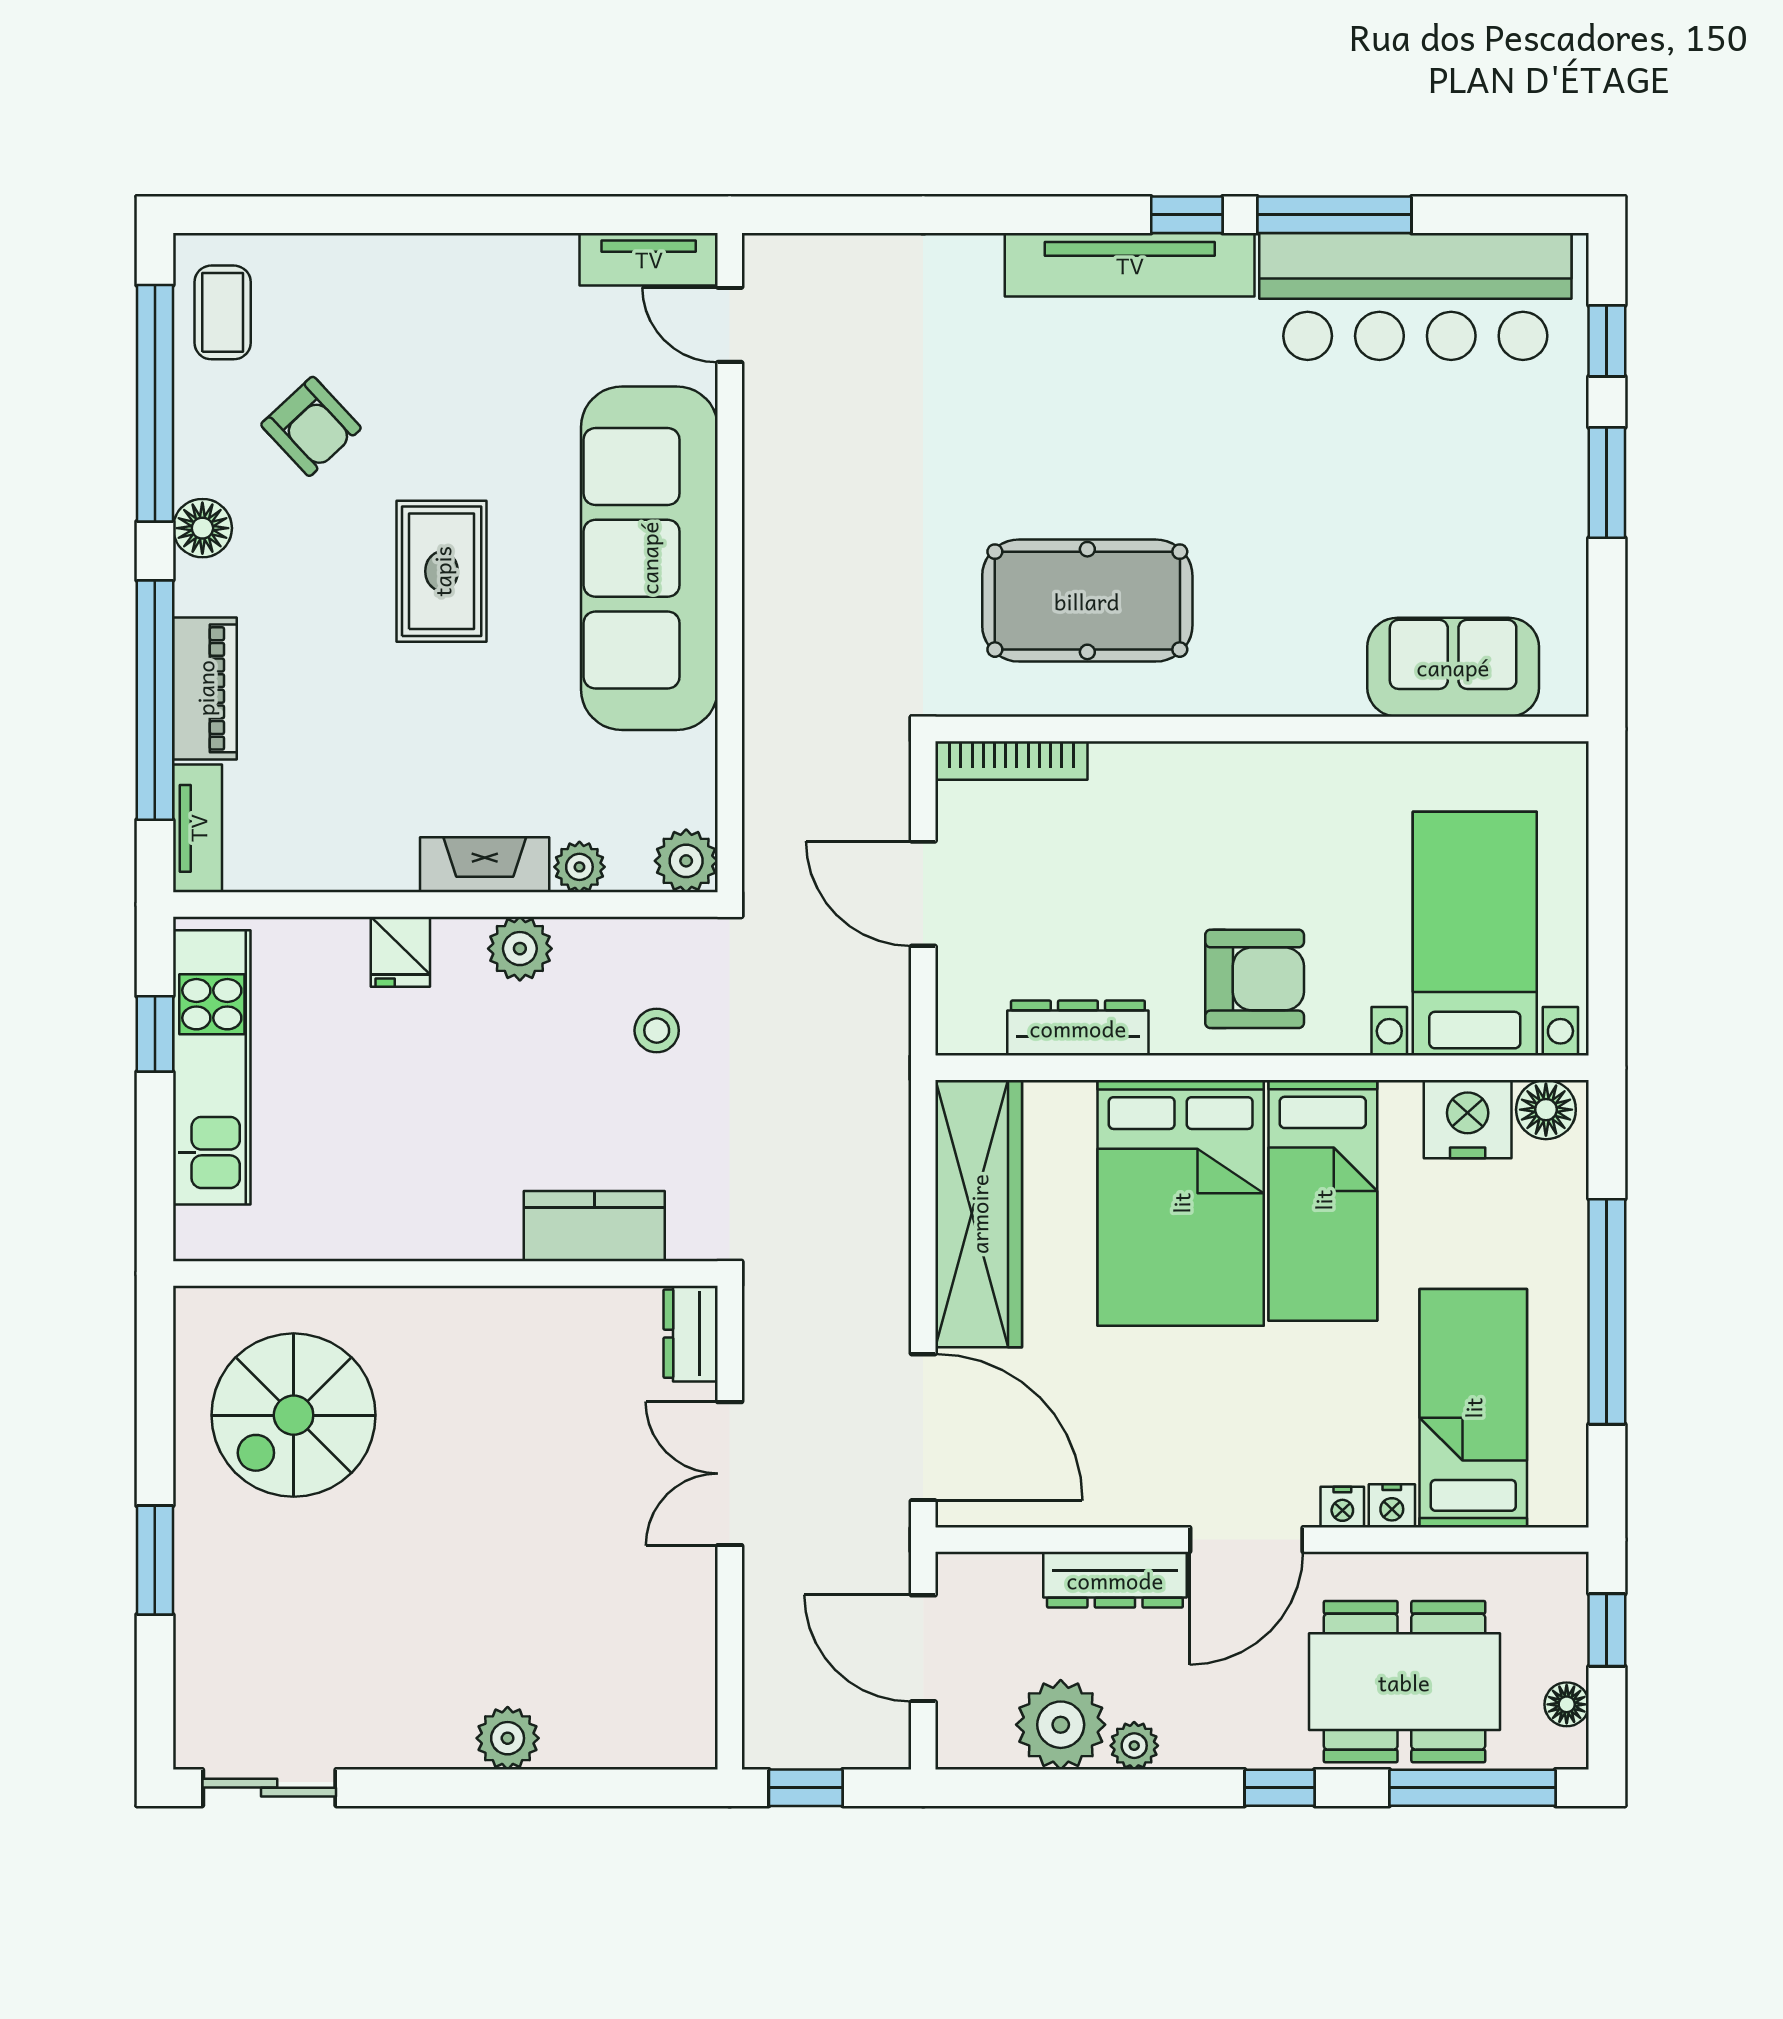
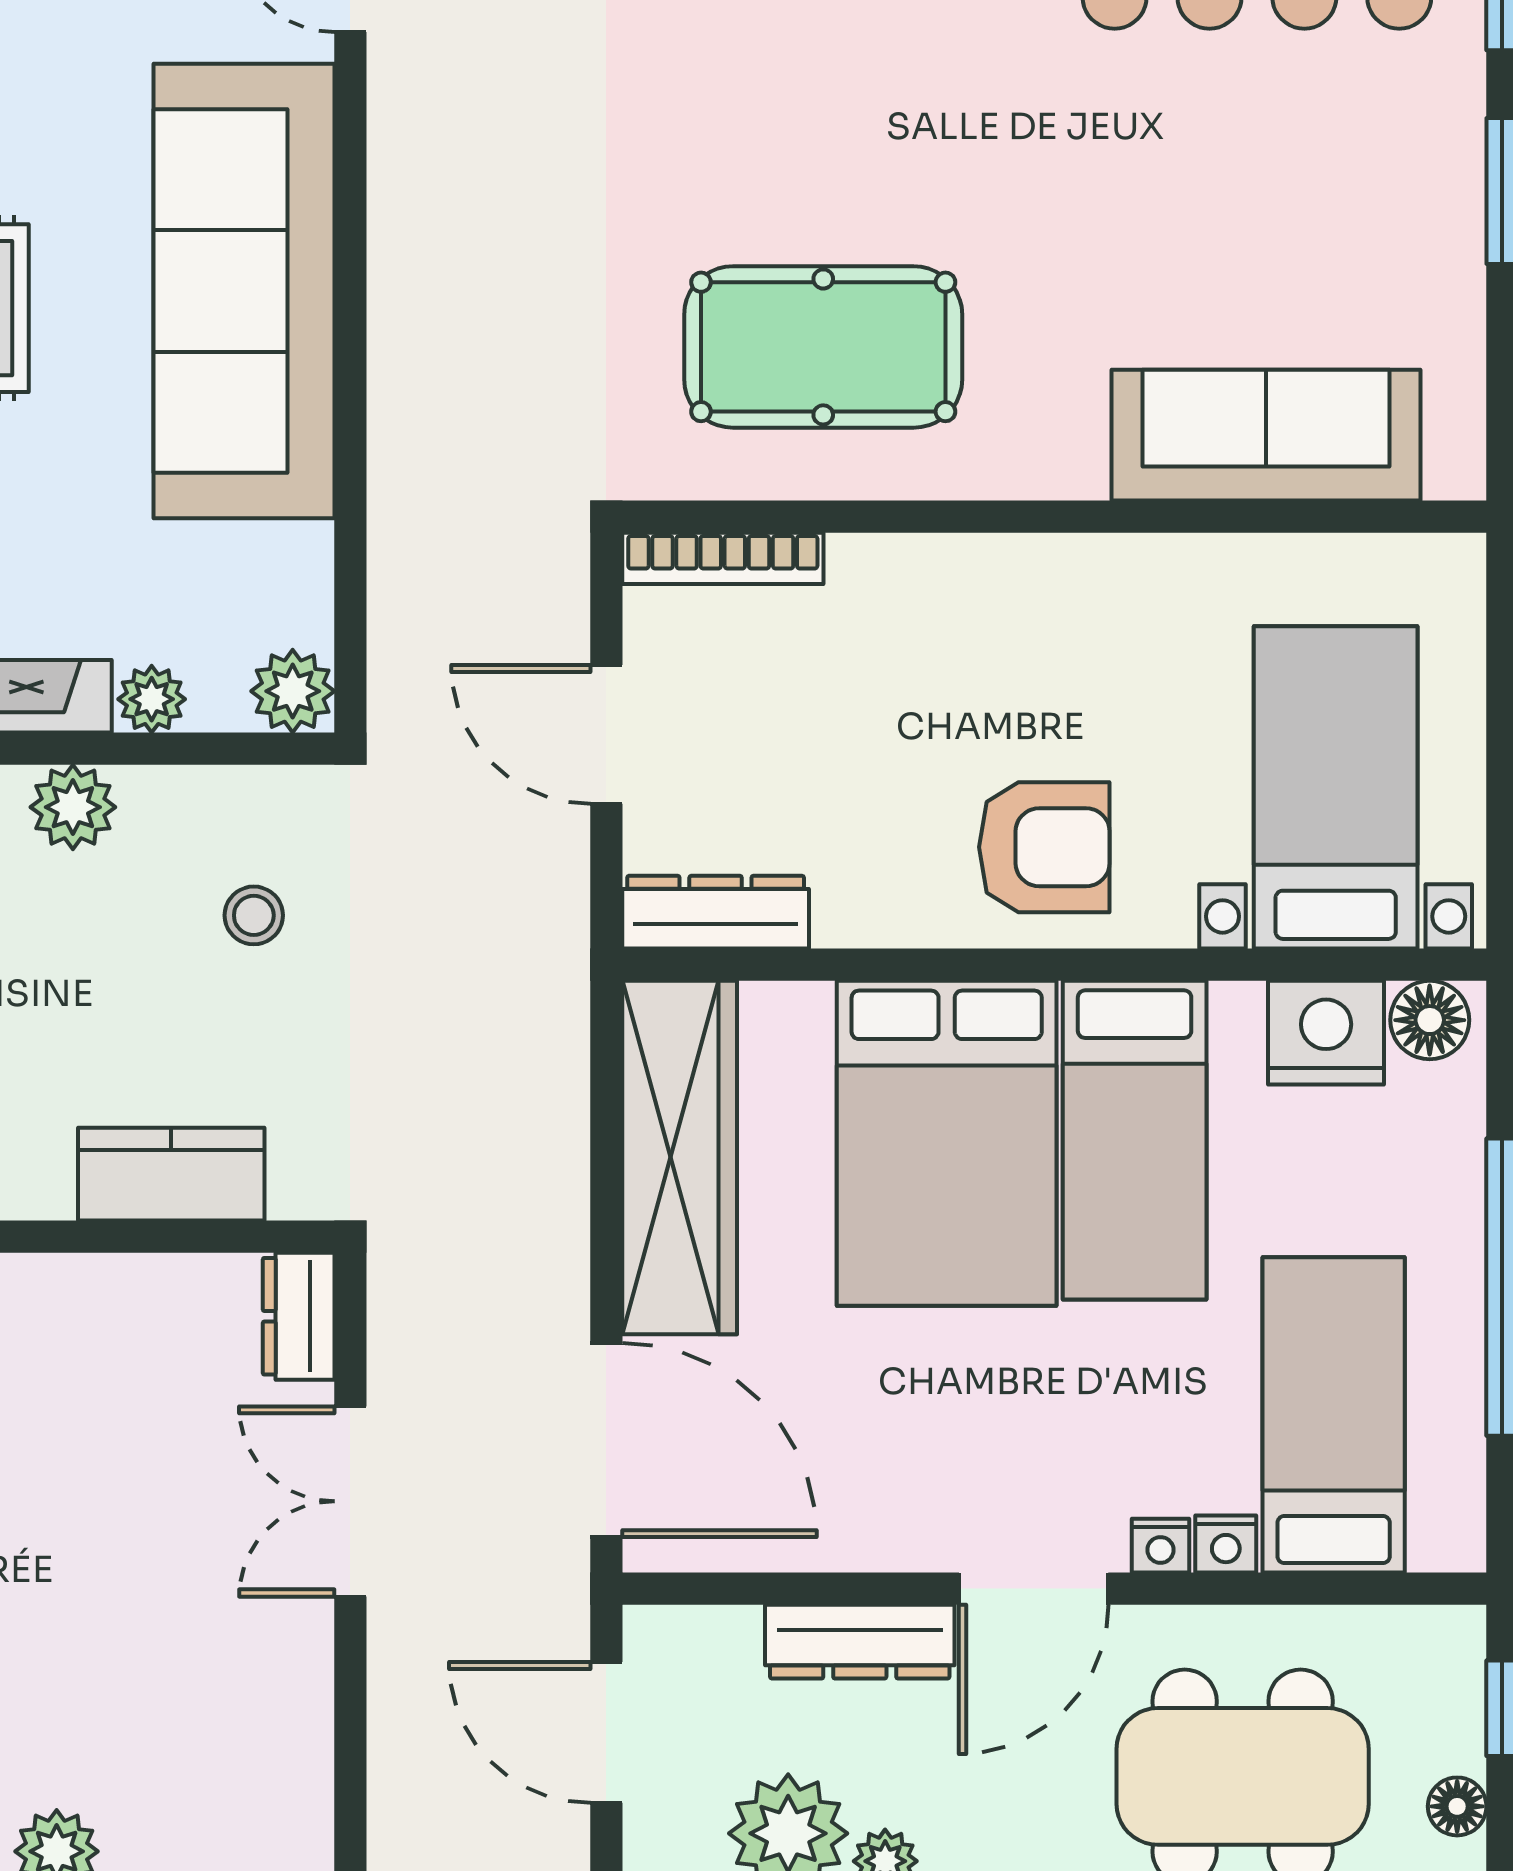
sofa: (1453, 667) -> (1266, 435), width x1.36
dresser: (1078, 1028) -> (716, 912), moved

